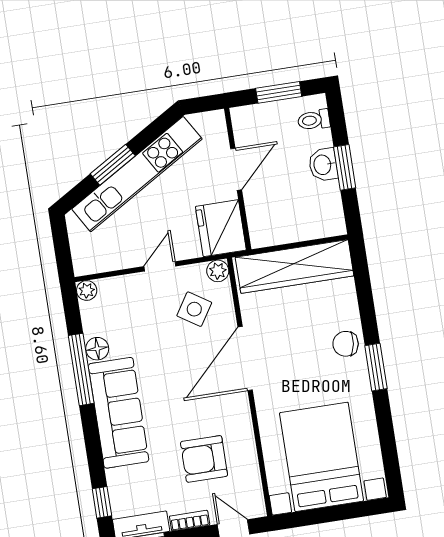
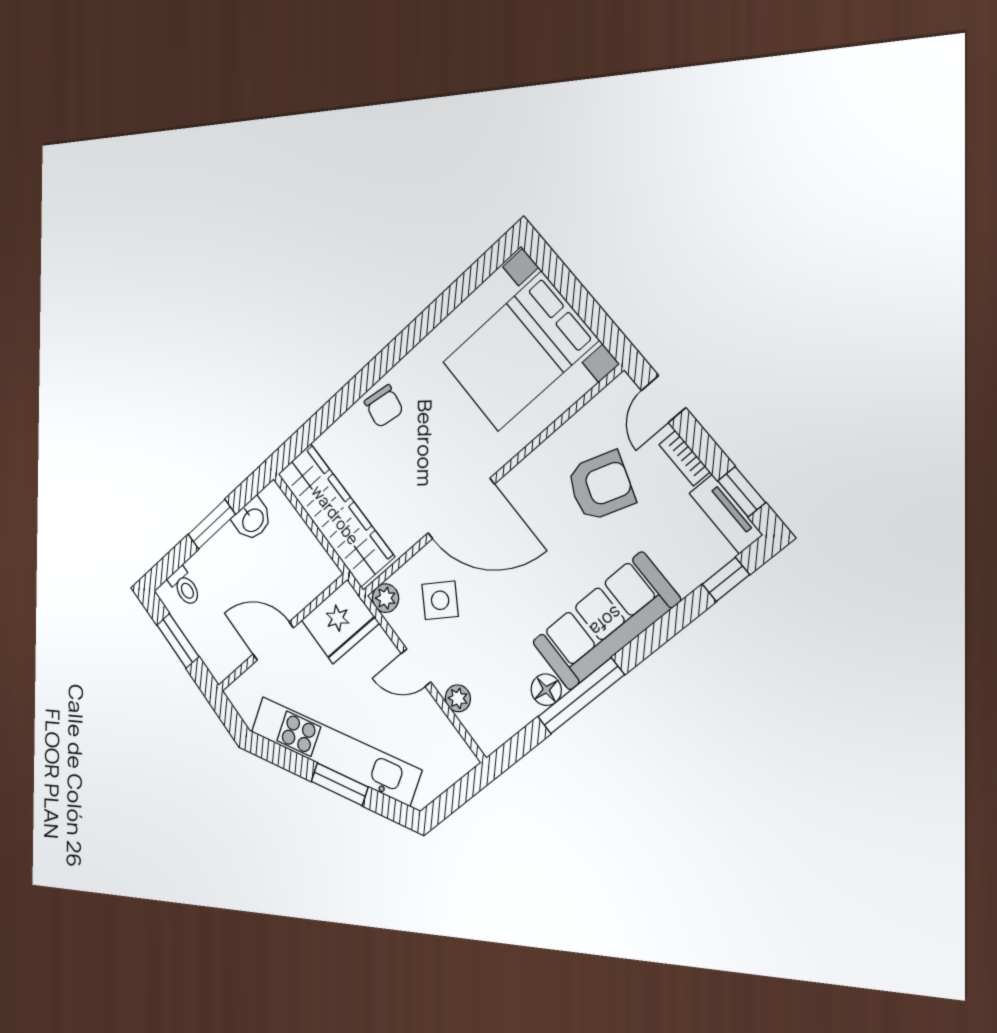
washbasin: (323, 165) -> (252, 520), moved
plant: (87, 290) -> (458, 698), moved
window: (376, 367) -> (389, 357), removed
armchair: (204, 459) -> (601, 486), turned -71

